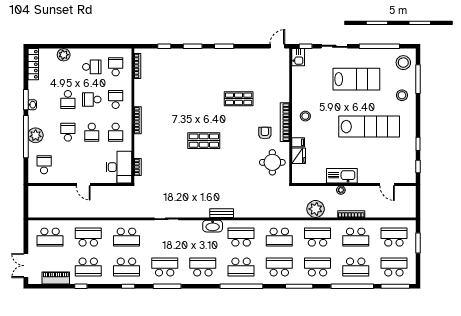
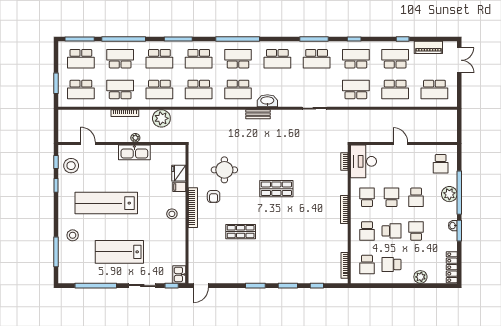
stool: (403, 63) -> (71, 166), moved
round table: (272, 162) -> (224, 170), moved
school desk: (50, 237) -> (434, 89), turned 180
school desk: (279, 237) -> (199, 89), turned 180

